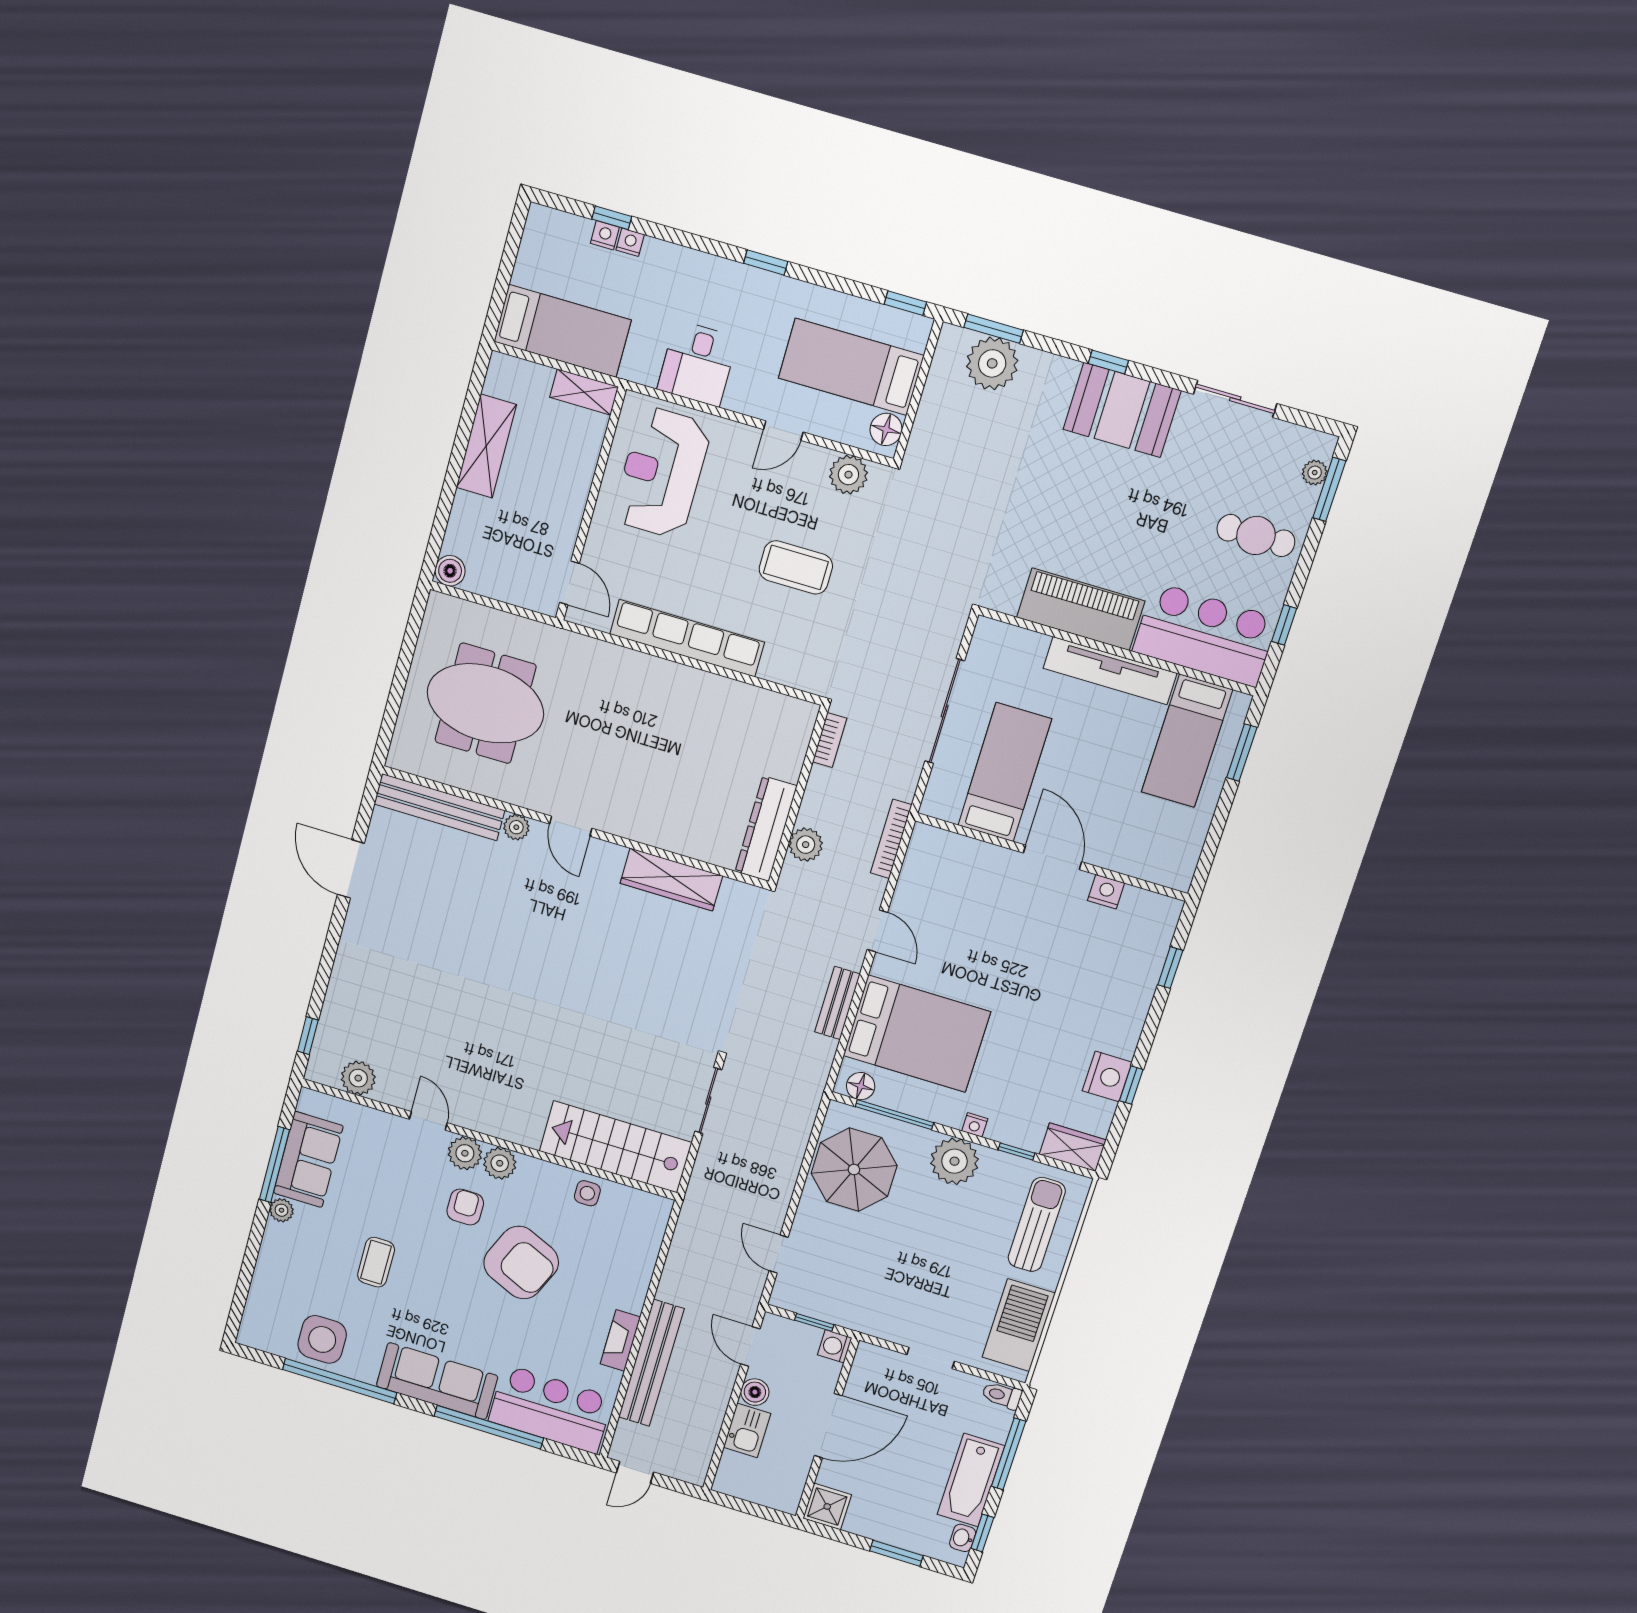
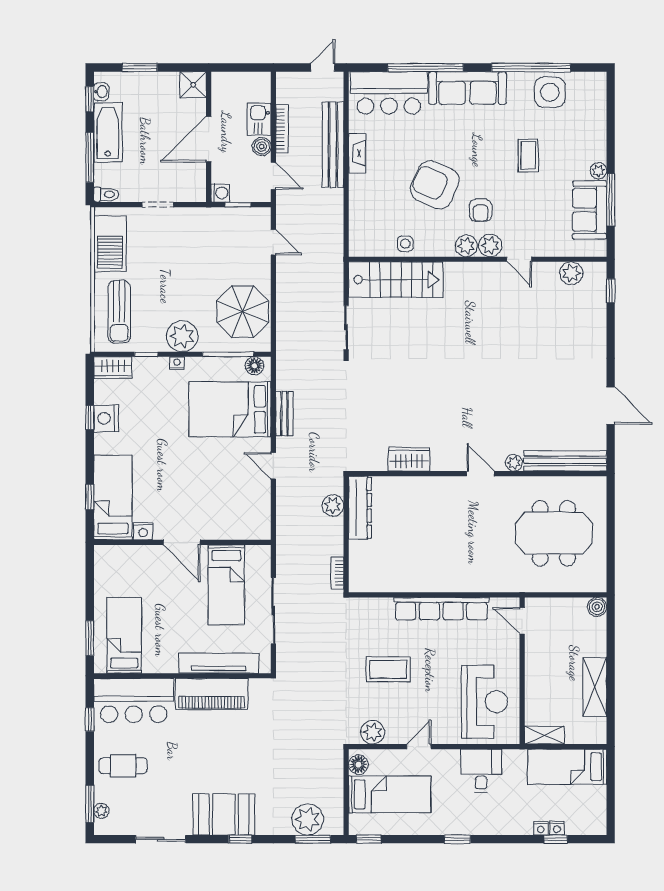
tv unit: (1110, 671) -> (219, 663), moved
bookcase: (891, 839) -> (282, 129), moved
wardrobe: (671, 880) -> (409, 459), width x0.67
bed: (1135, 956) -> (113, 498), added

